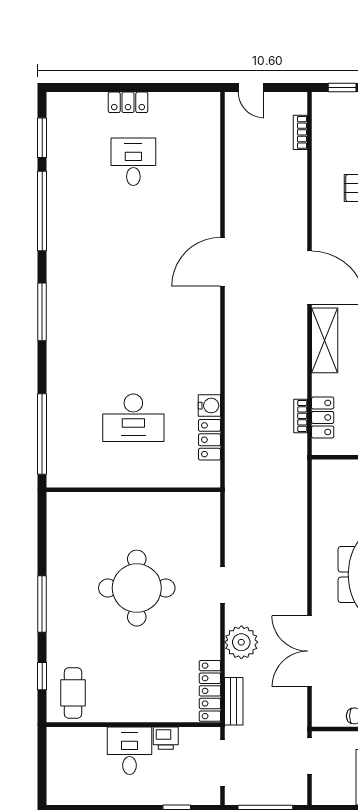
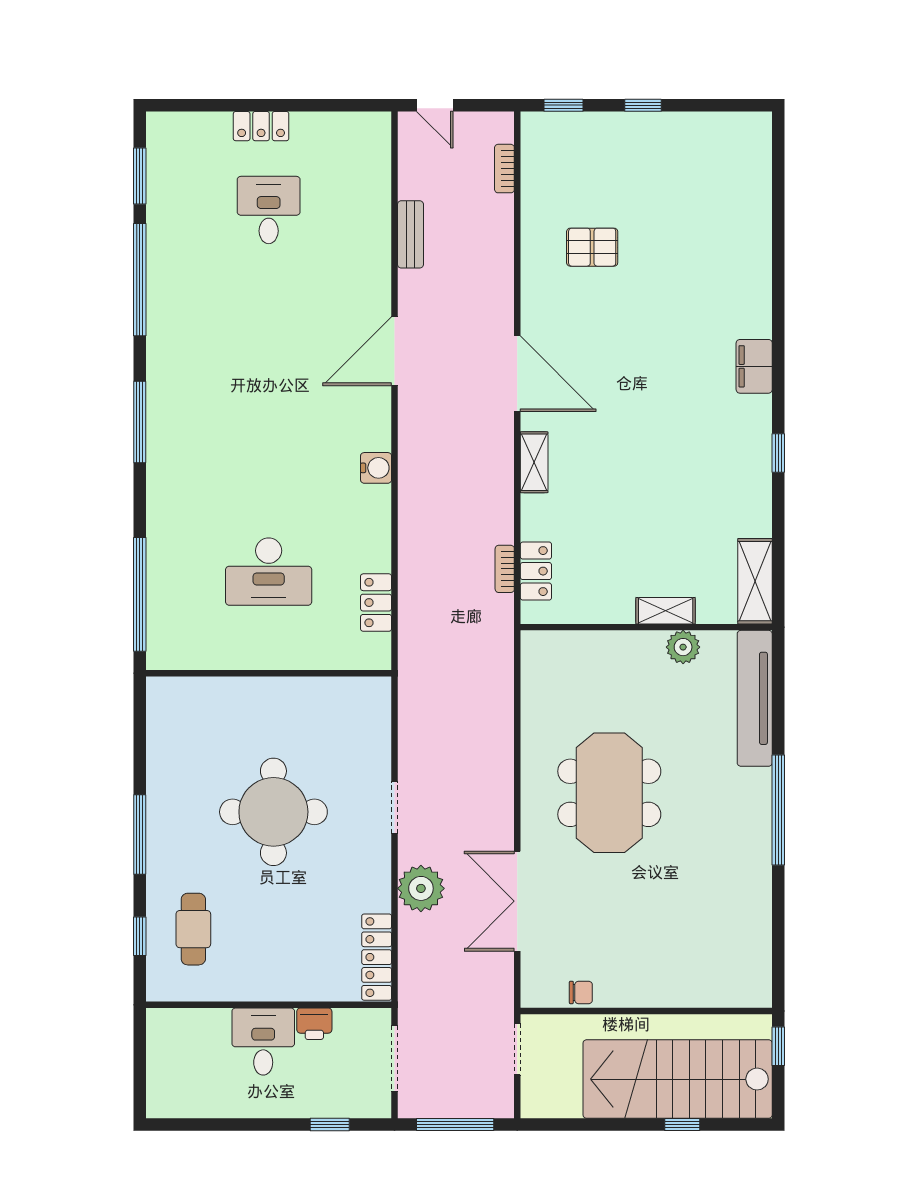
shelving: (325, 340) -> (534, 462), width x0.67, depth x0.75
water cooler: (209, 406) -> (376, 468), moved
cafe table: (73, 693) -> (193, 929), moved
bench: (234, 701) -> (410, 234), moved

